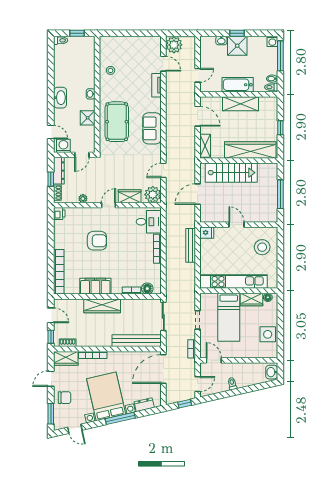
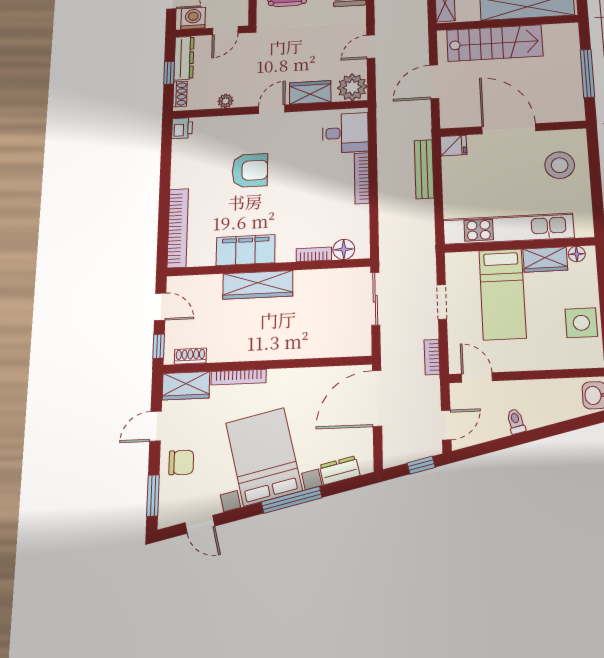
door: (237, 225) -> (509, 129), width x1.87
bench: (137, 341) -> (324, 346), removed

